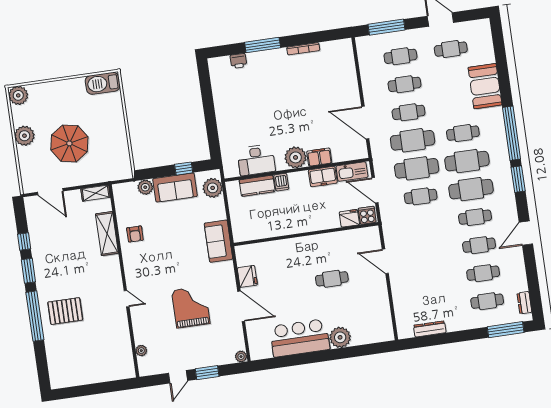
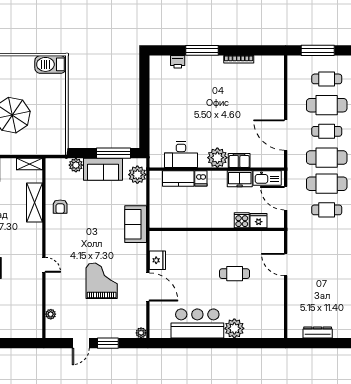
cafe table: (405, 84) -> (327, 105), width x1.37, depth x1.35
window: (184, 169) -> (113, 153), width x2.17
cooker: (367, 215) -> (242, 220), moved

